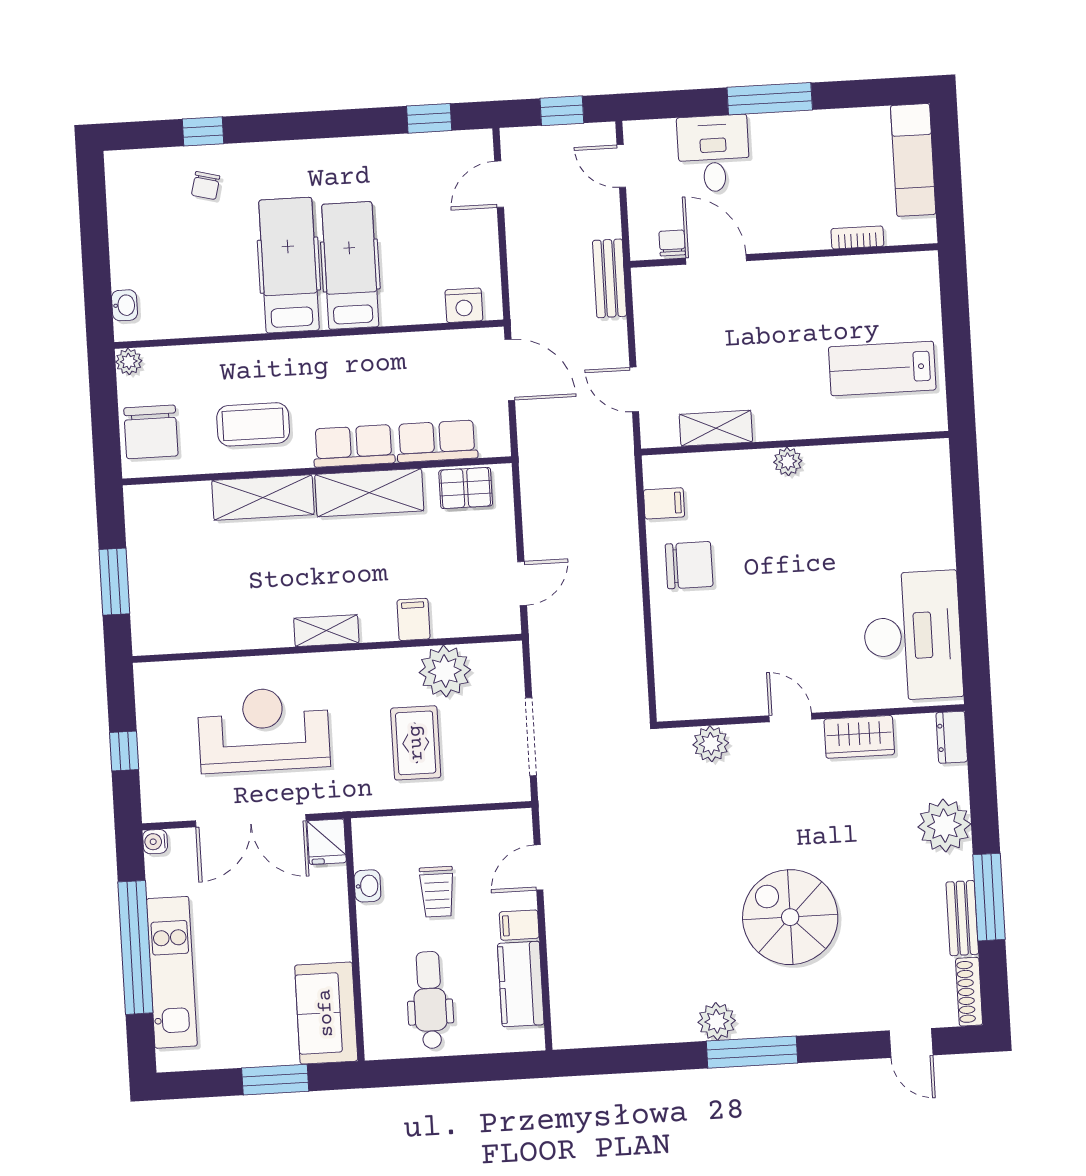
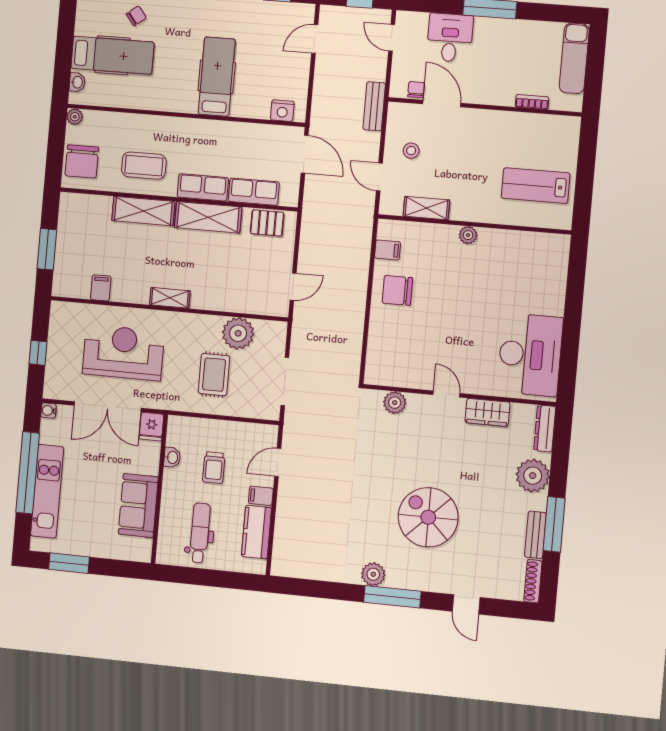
chair: (206, 185) -> (136, 16), turned -142
hospital bed: (289, 265) -> (112, 55), moved, turned 90
stool: (678, 341) -> (411, 151), added
chair: (689, 565) -> (397, 290), turned 180
filing cabinet: (413, 619) -> (101, 288), moved
dresser: (952, 737) -> (545, 428), width x1.44
sofa: (326, 1013) -> (138, 505), moved
door: (911, 1043) -> (466, 604), moved
window: (275, 1080) -> (69, 563), moved

